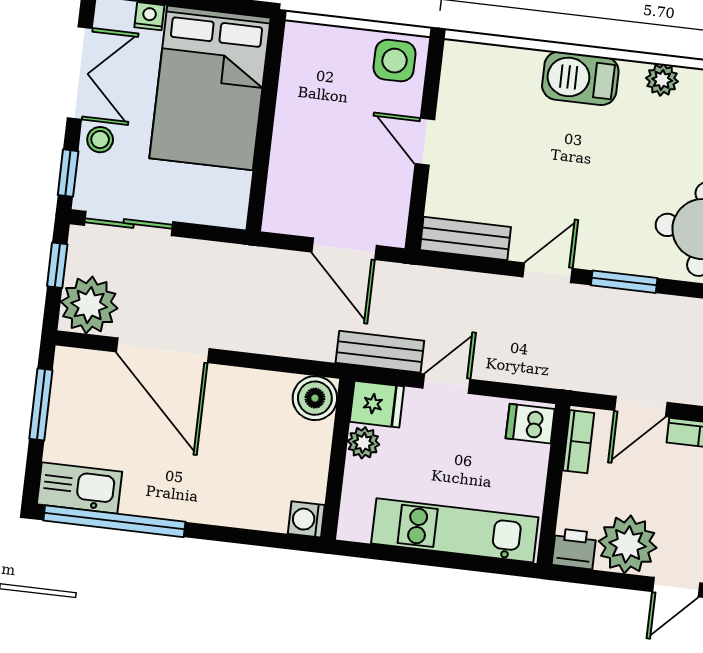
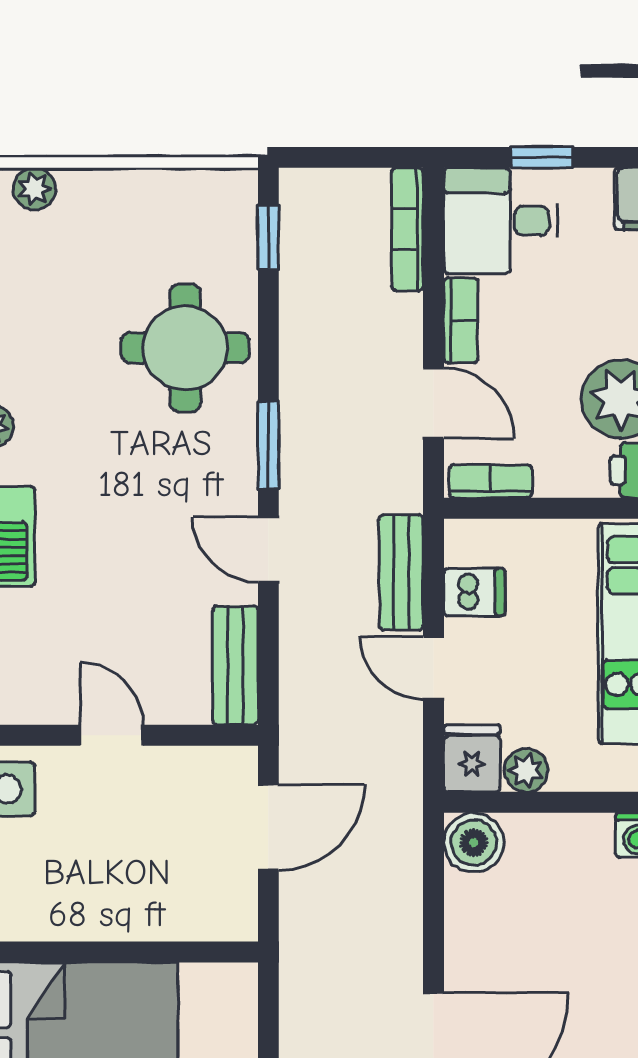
door: (425, 142) -> (112, 735), swing flipped
bench: (380, 352) -> (401, 572), moved
dishwasher: (530, 424) -> (474, 592), moved, turned -90

